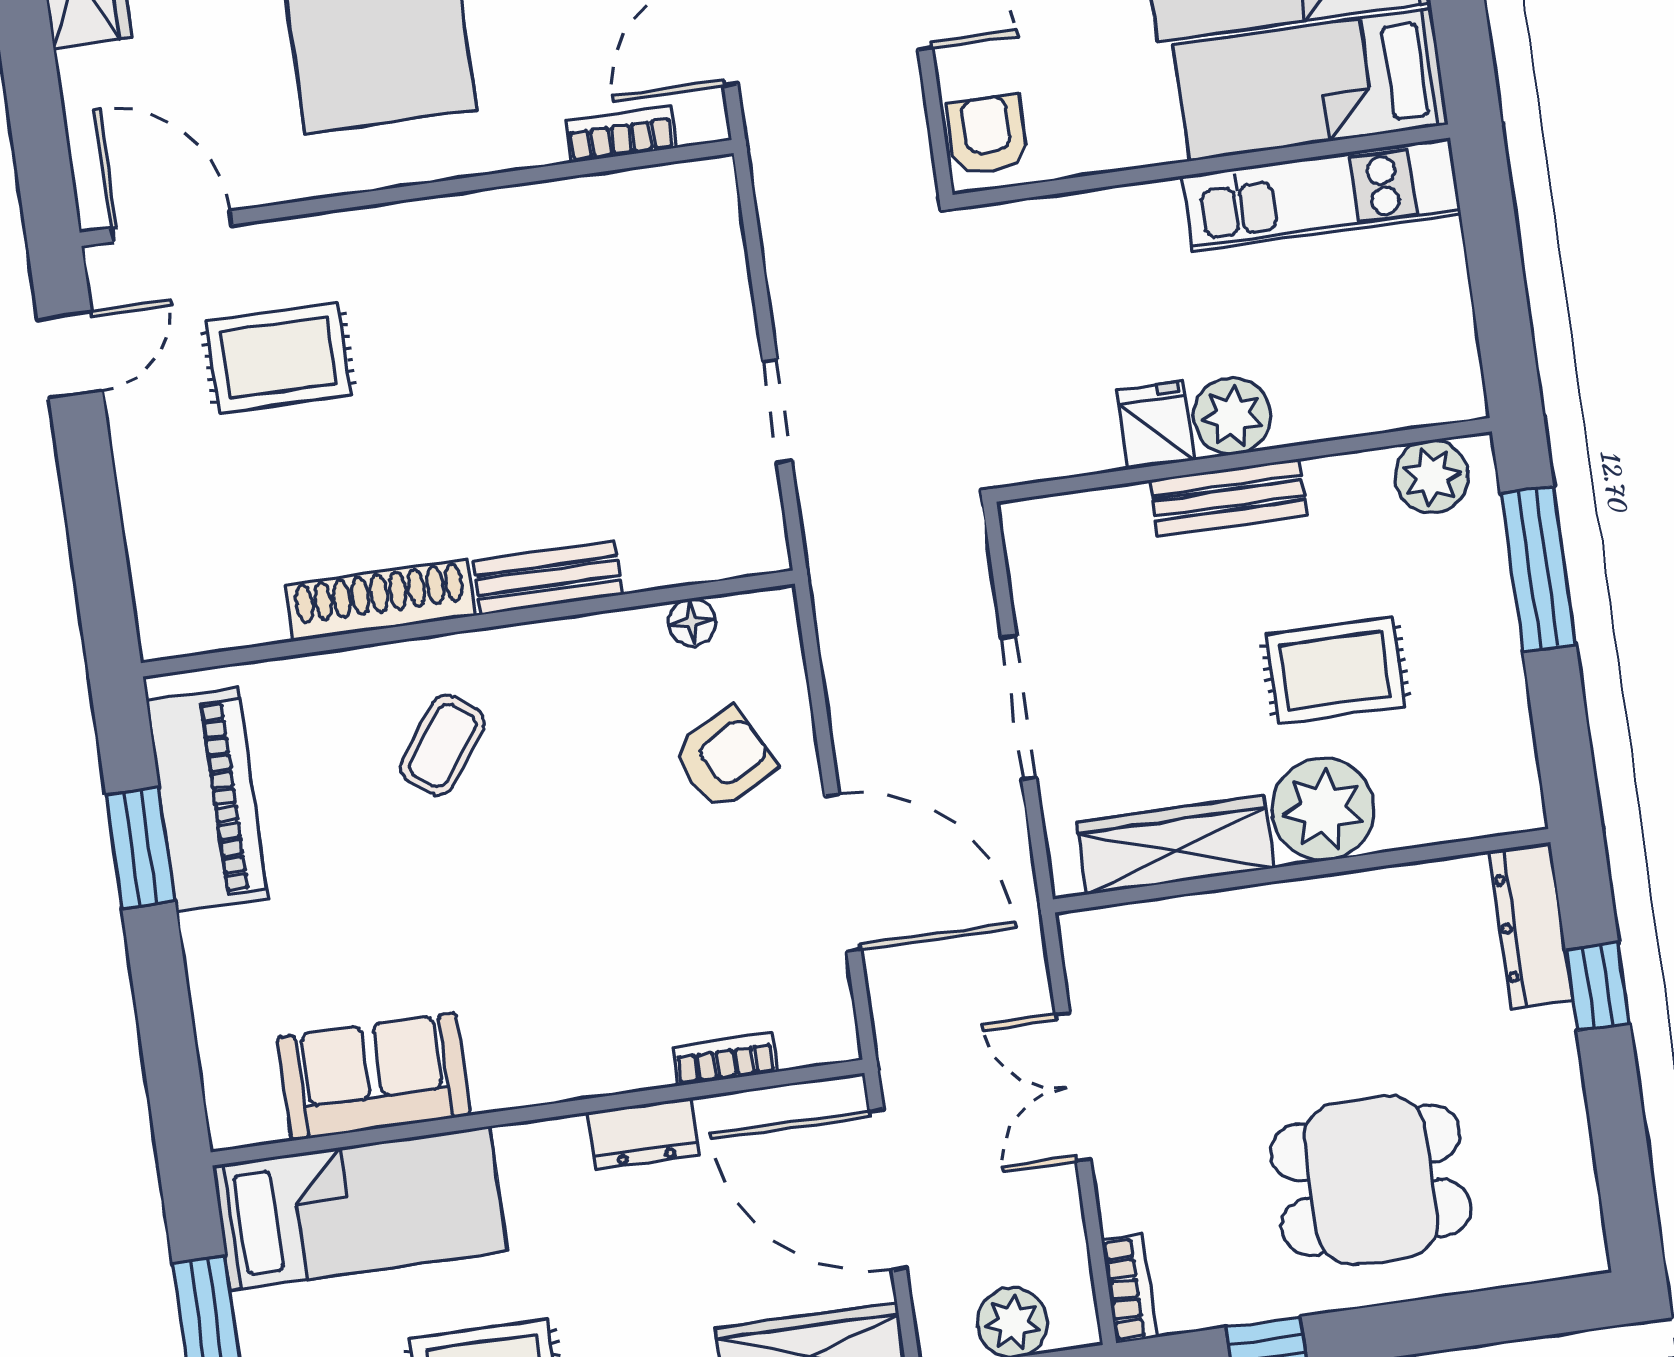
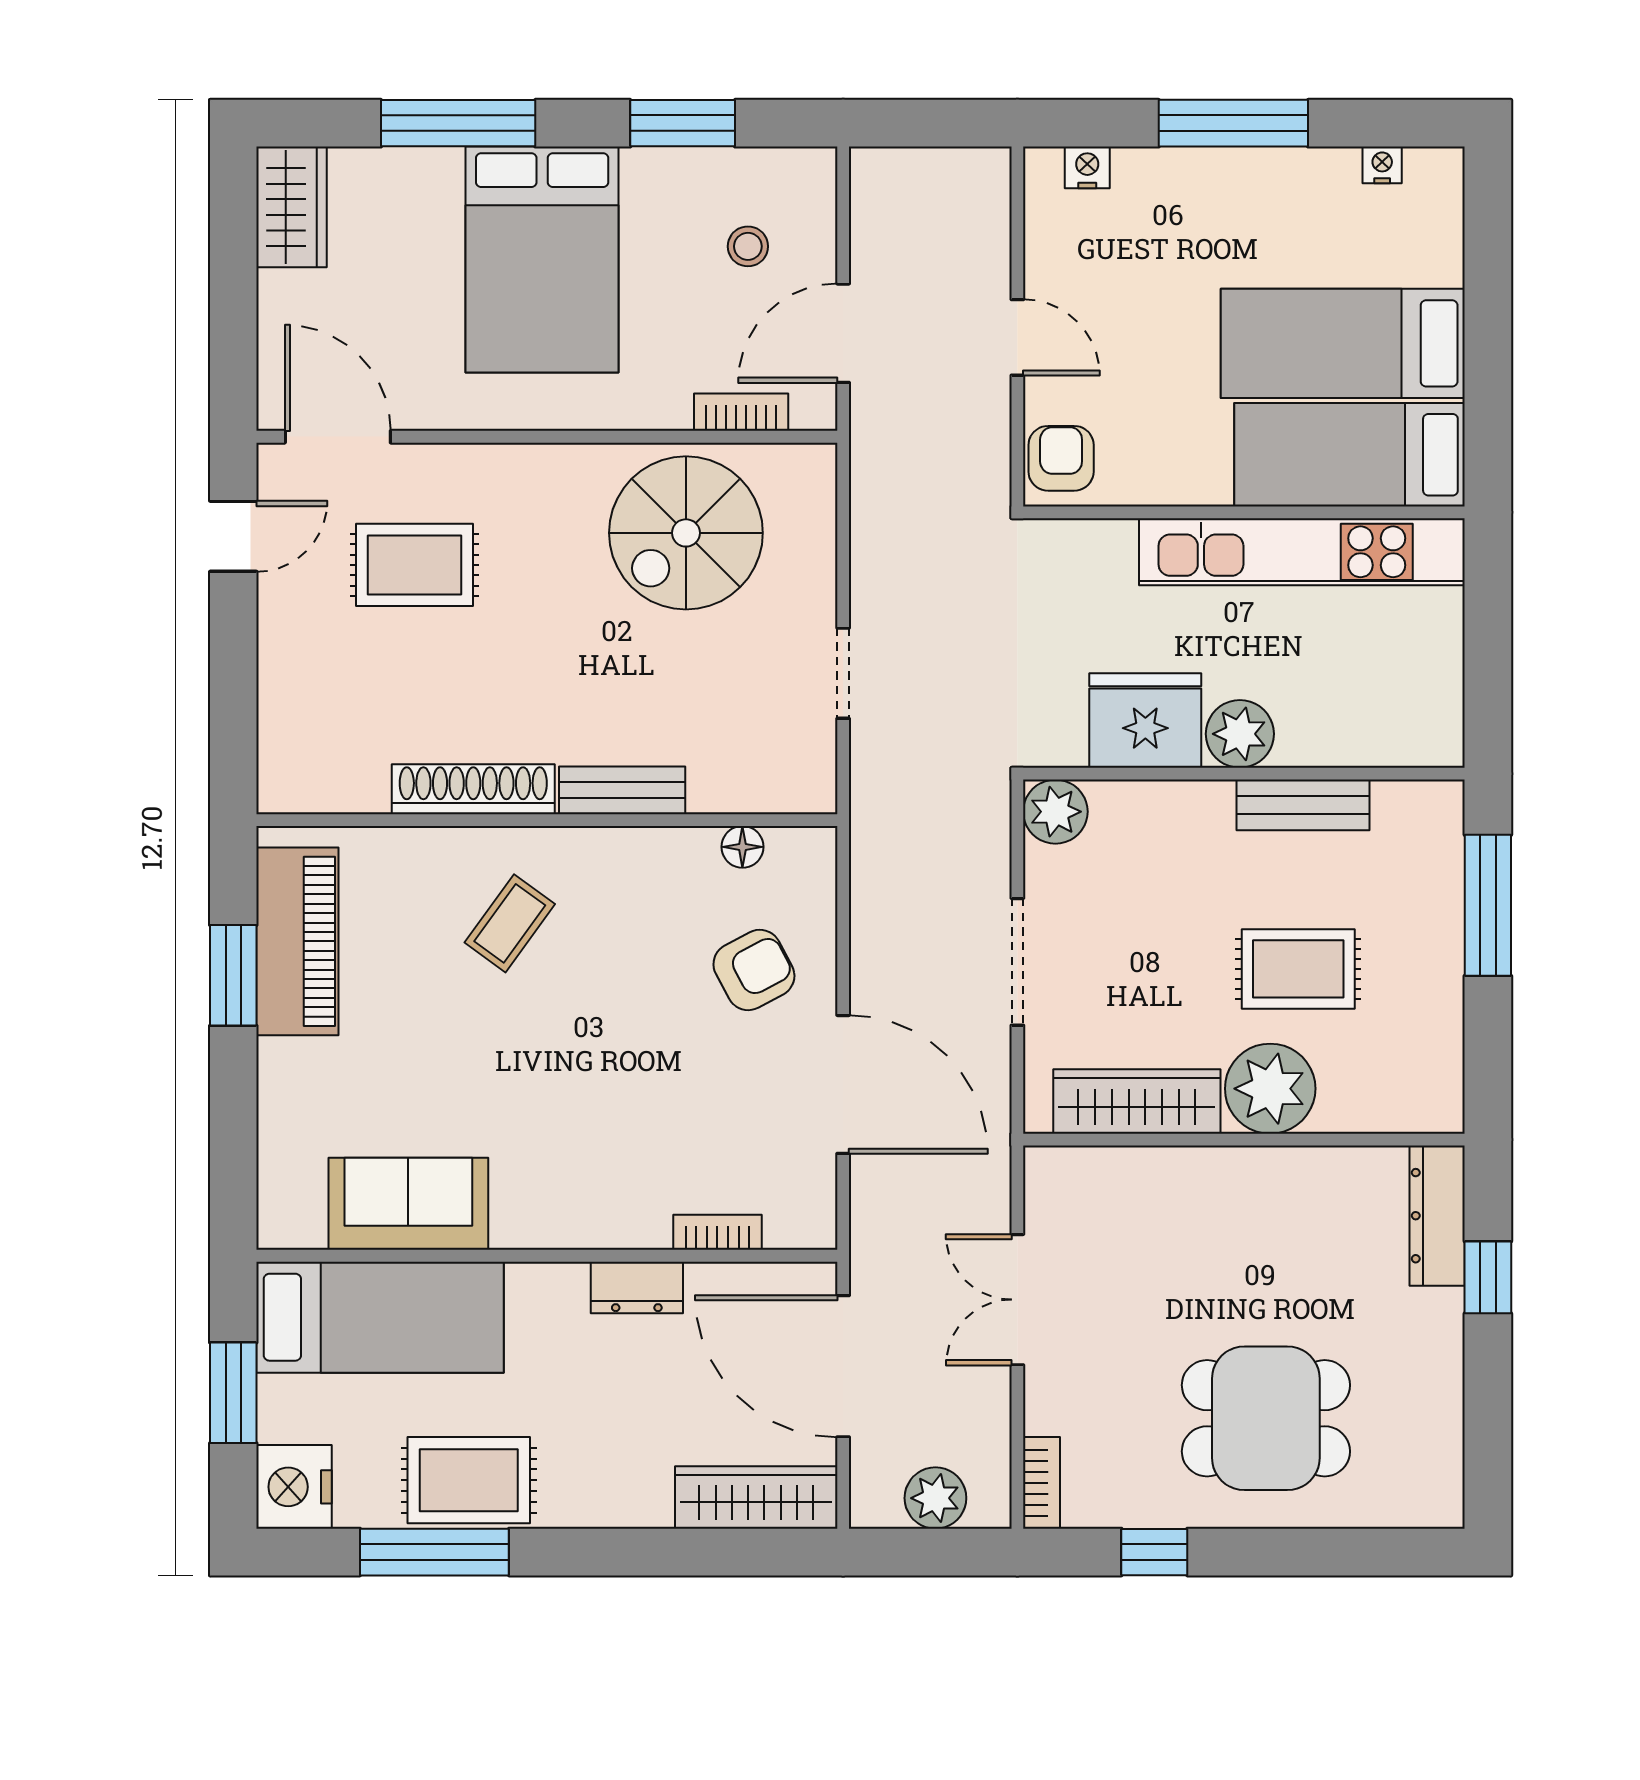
kitchen unit: (1321, 194) -> (1302, 552), width x1.36
spiral stairs: (578, 279) -> (686, 533), added
fridge: (1155, 425) -> (1145, 721), width x1.88, depth x1.34
plant: (1431, 477) -> (1055, 812), moved
bench: (1228, 498) -> (1303, 805), moved

